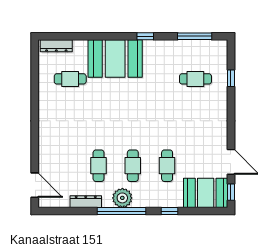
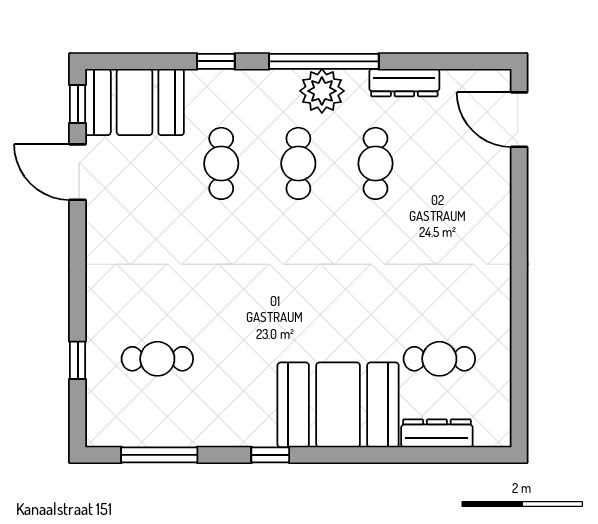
dresser: (56, 46) -> (437, 433), moved

